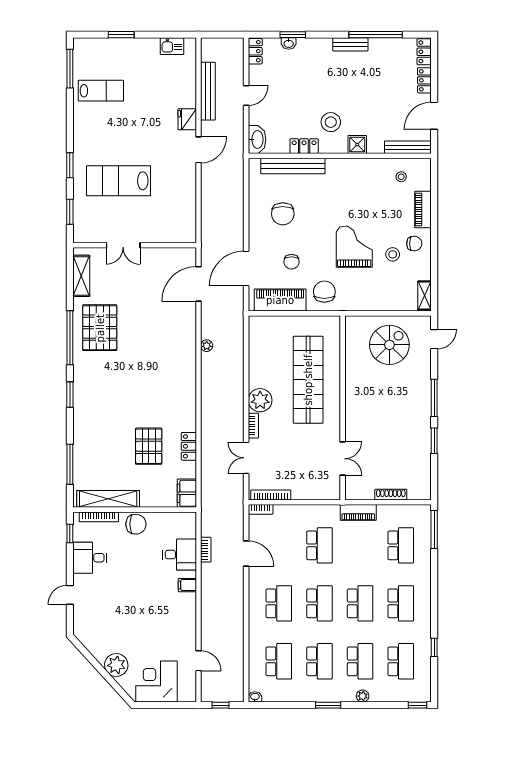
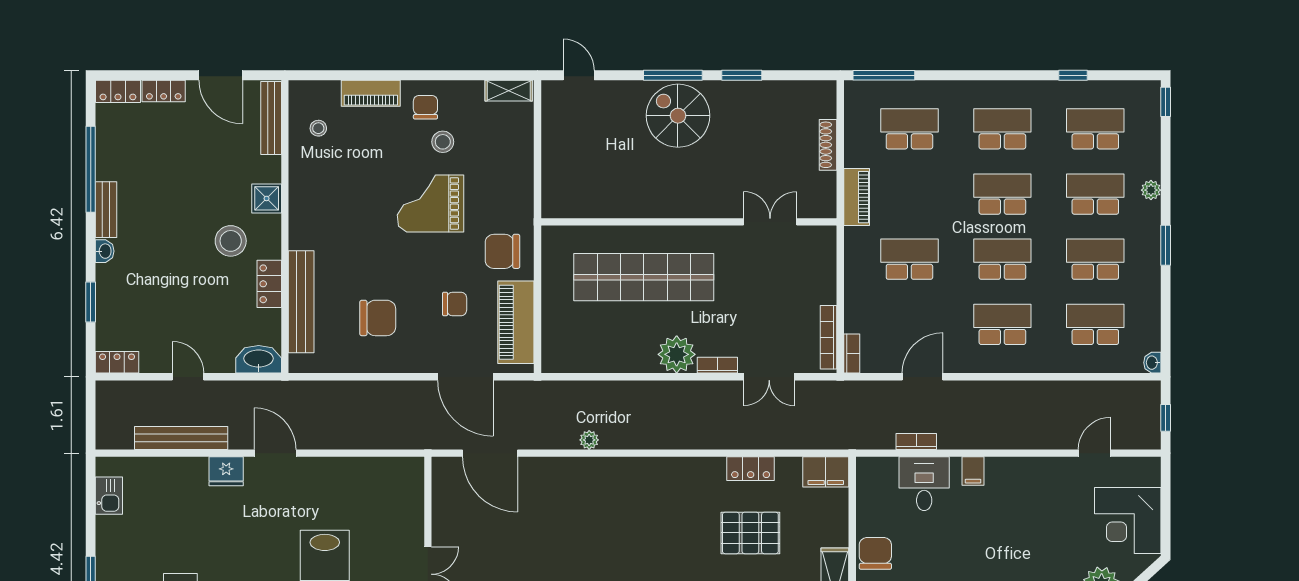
washbasin: (289, 43) -> (105, 251), moved
spiral stairs: (389, 345) -> (678, 116), moved

